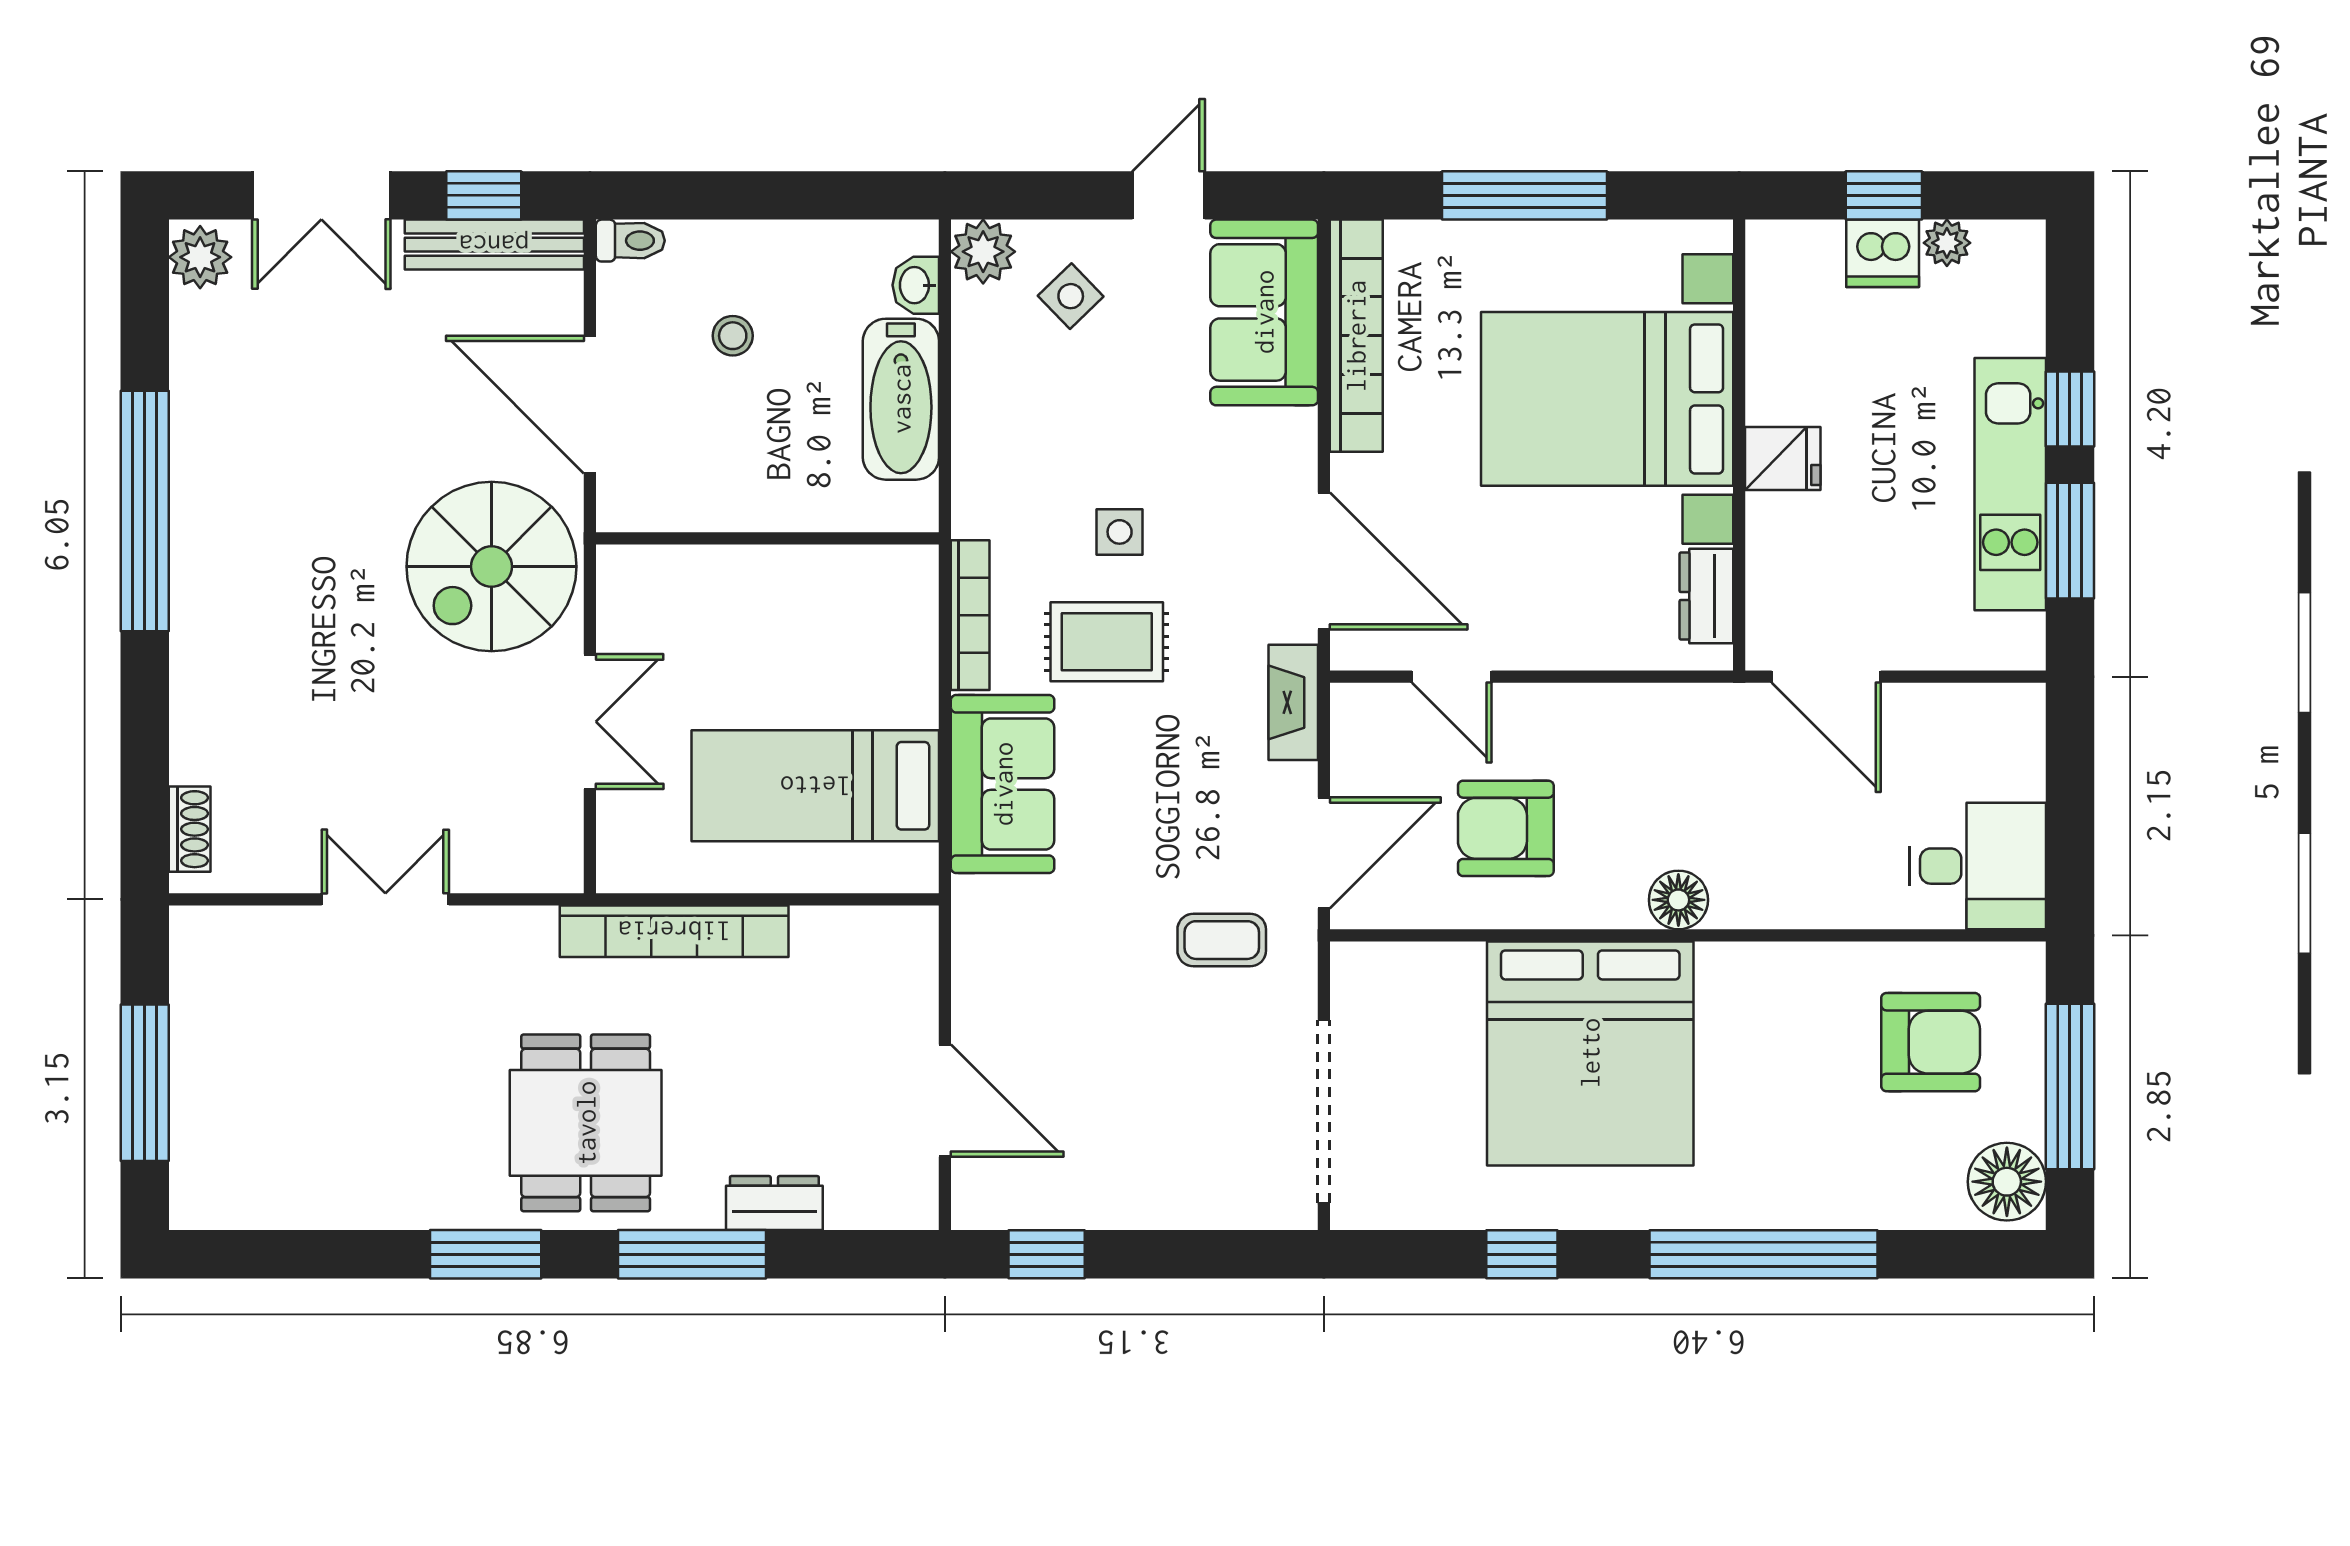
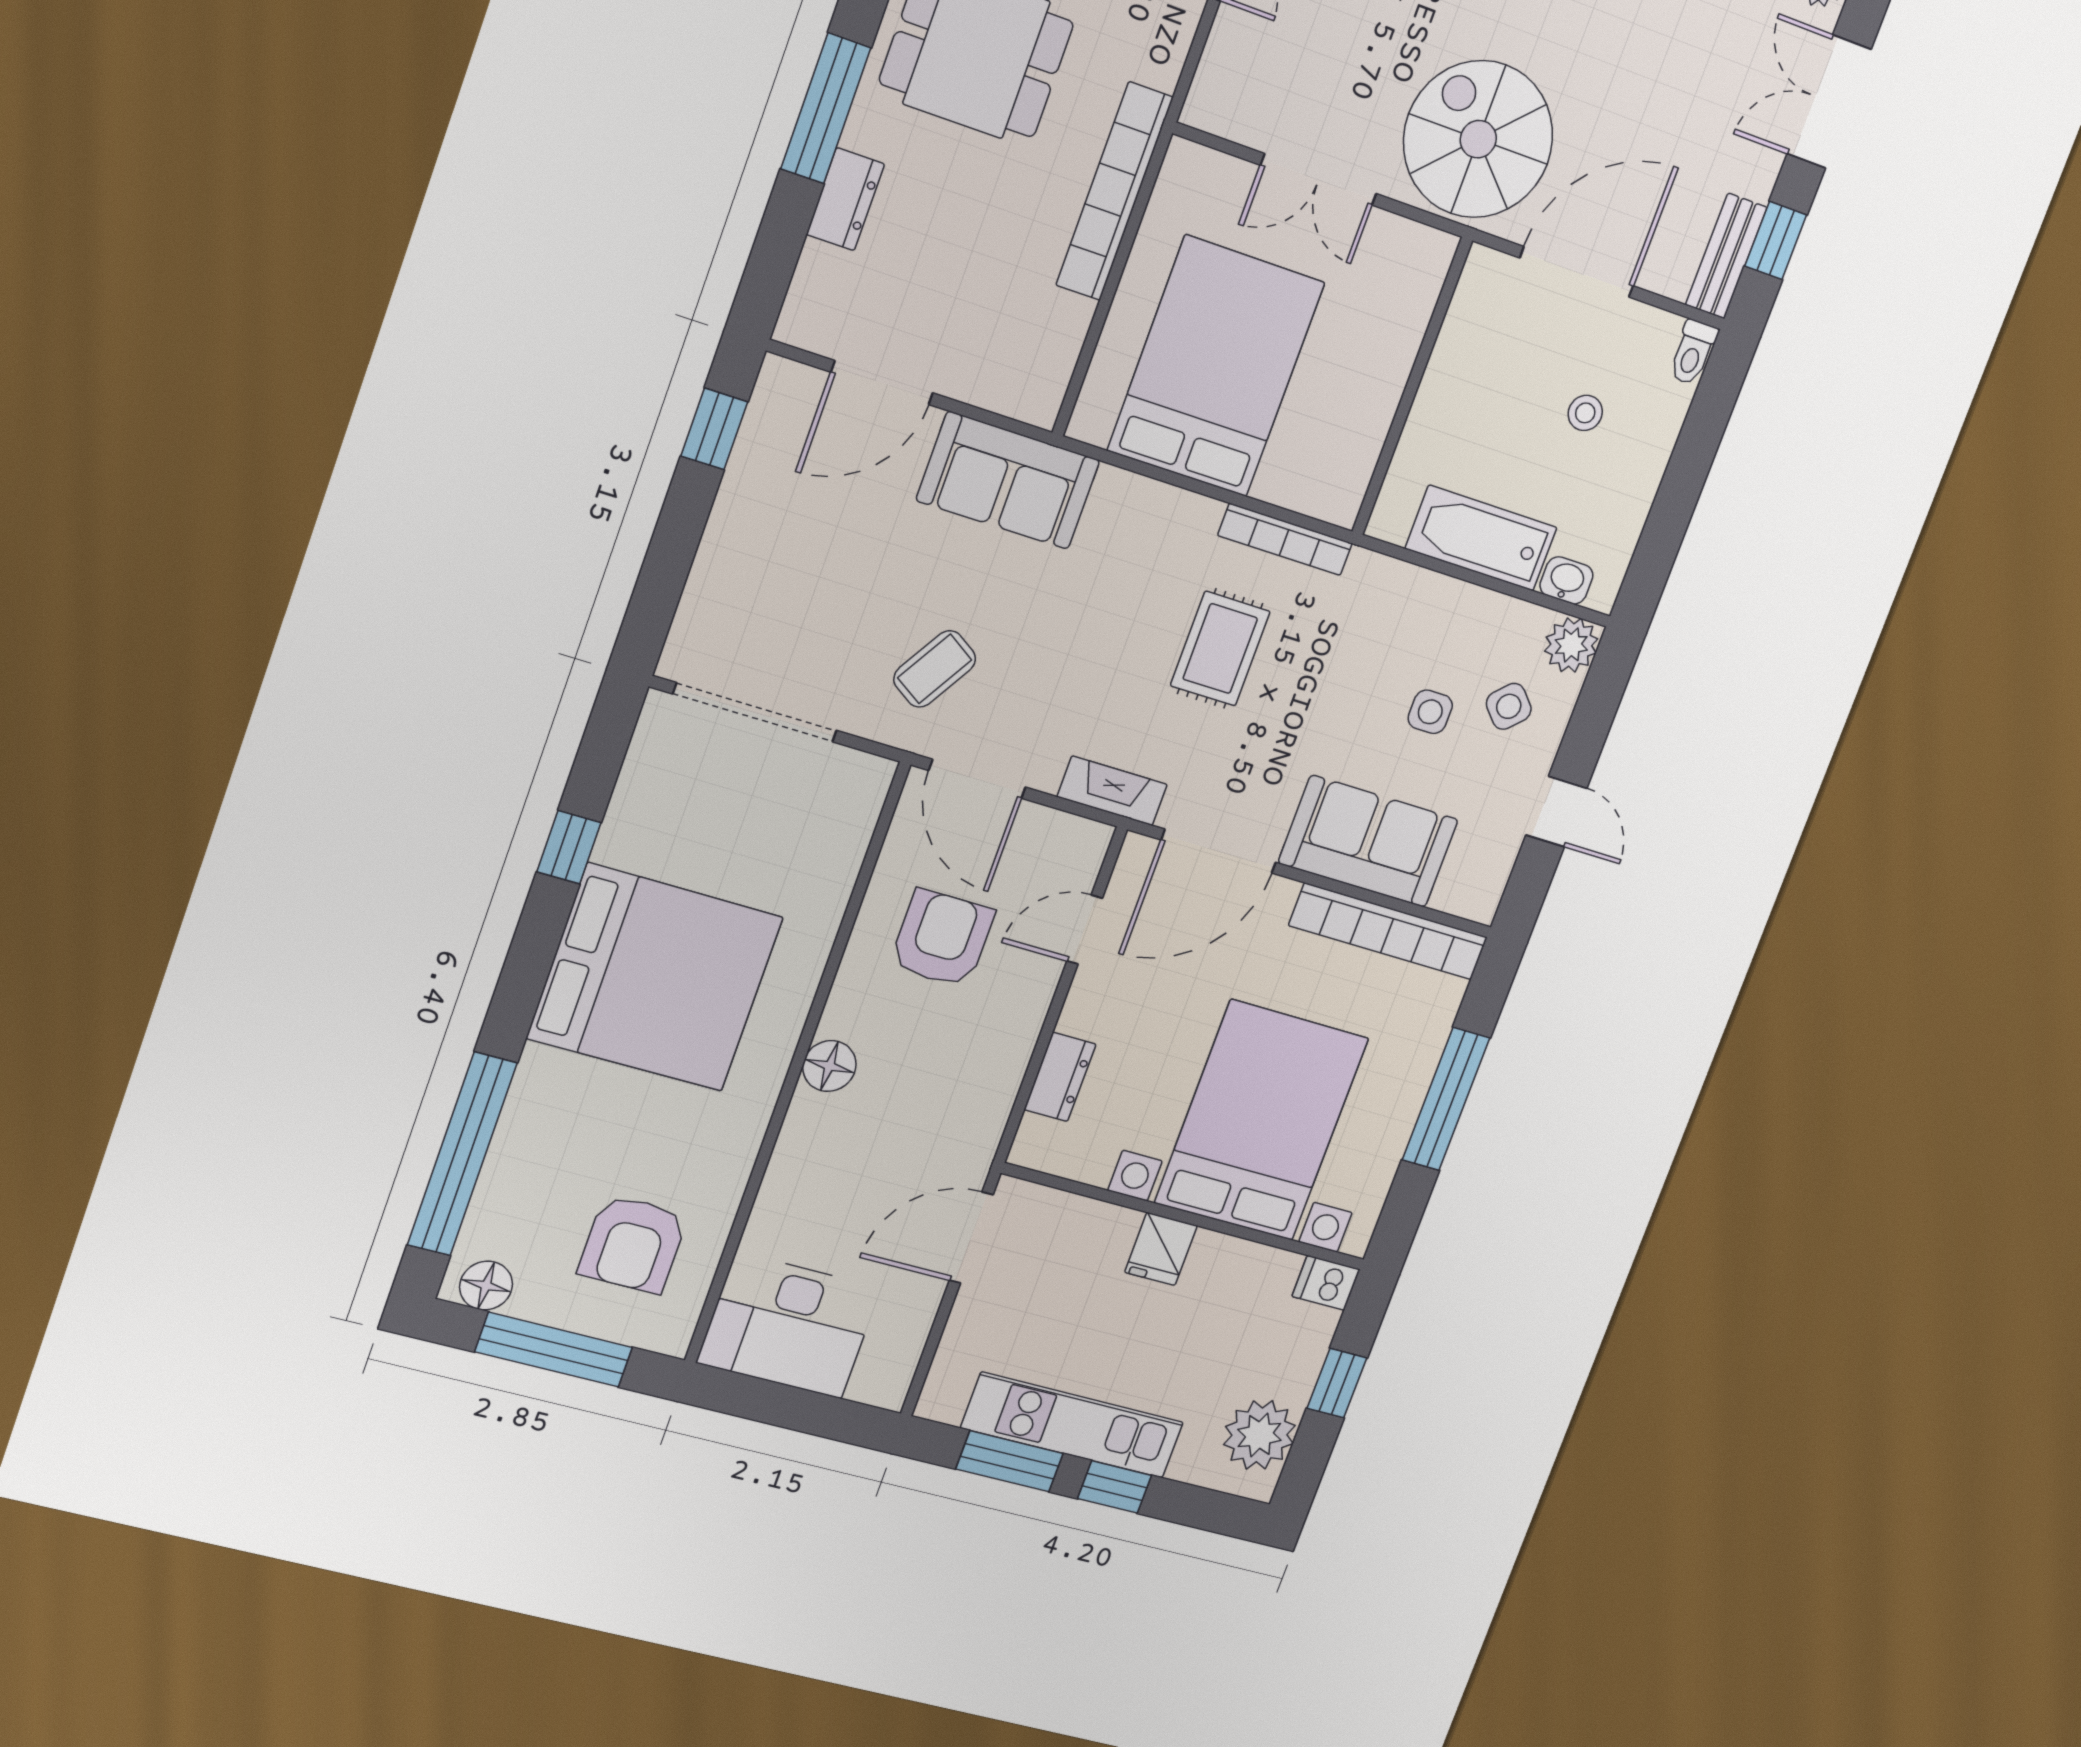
plant: (1947, 243) -> (1259, 1435), width x1.88, depth x1.88
bench: (494, 245) -> (1726, 256), width x0.73
dishwasher: (1883, 253) -> (1326, 1283), moved, width x0.73
sofa: (1264, 312) -> (1368, 841), moved
side table: (1120, 532) -> (1430, 712), moved
dresser: (1706, 596) -> (1060, 1077), moved, turned 90
sofa: (1003, 784) -> (1008, 480), moved
bed: (815, 786) -> (1216, 366), width x1.50
desk: (1978, 866) -> (789, 1325), width x1.37
coffee table: (1222, 940) -> (935, 669), turned 32
bed: (1590, 1053) -> (655, 978), moved, turned 180
floor lamp: (2007, 1182) -> (486, 1286), width x0.73, depth x0.73
window: (1763, 1254) -> (462, 1154), moved

